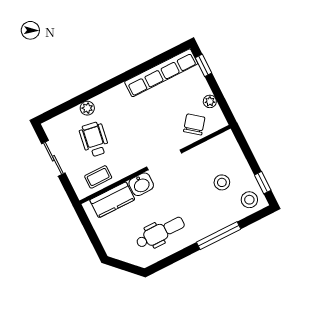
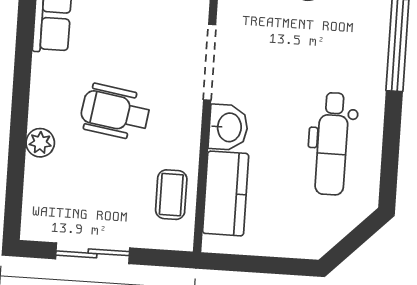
wheelchair: (94, 139) -> (115, 112), moved
dental chair: (160, 233) -> (332, 144), turned 180

